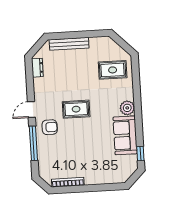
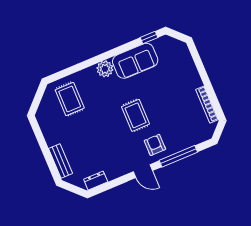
bench: (69, 44) -> (60, 161), width x0.73
rug: (76, 109) -> (135, 115), moved

